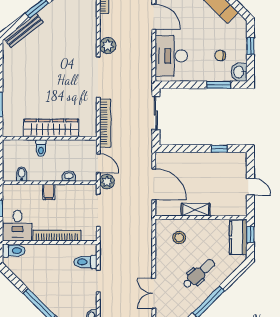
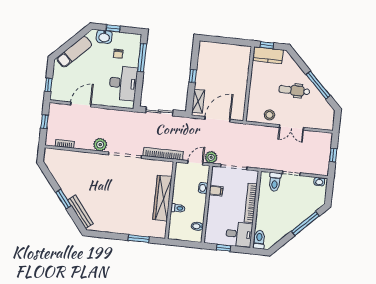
desk: (171, 56) -> (123, 83), moved, turned -90
washbasin: (239, 72) -> (104, 37), moved
window: (219, 85) -> (142, 58), width x1.44
window: (219, 149) -> (193, 76), moved
door: (250, 187) -> (228, 41), removed
filing cabinet: (49, 192) -> (216, 191), moved
shelving: (196, 210) -> (198, 101), moved
stool: (179, 238) -> (269, 115), moved
dental chair: (199, 274) -> (294, 90), turned -49
double door: (154, 293) -> (291, 127), moved

